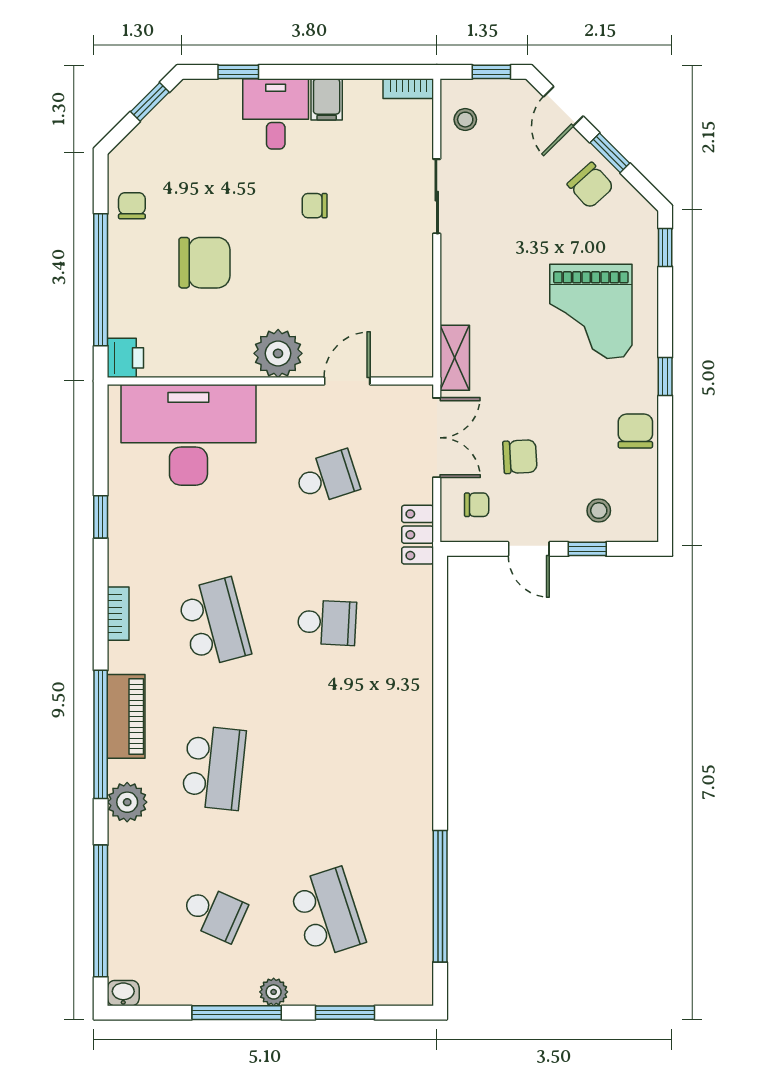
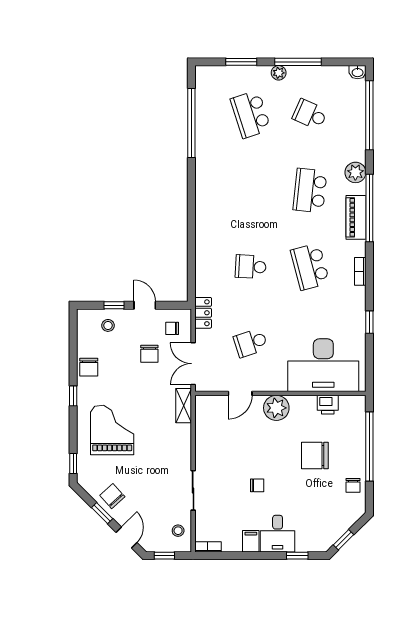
printer: (125, 358) -> (328, 405), moved, turned -90
chair: (520, 457) -> (149, 354), turned -87

